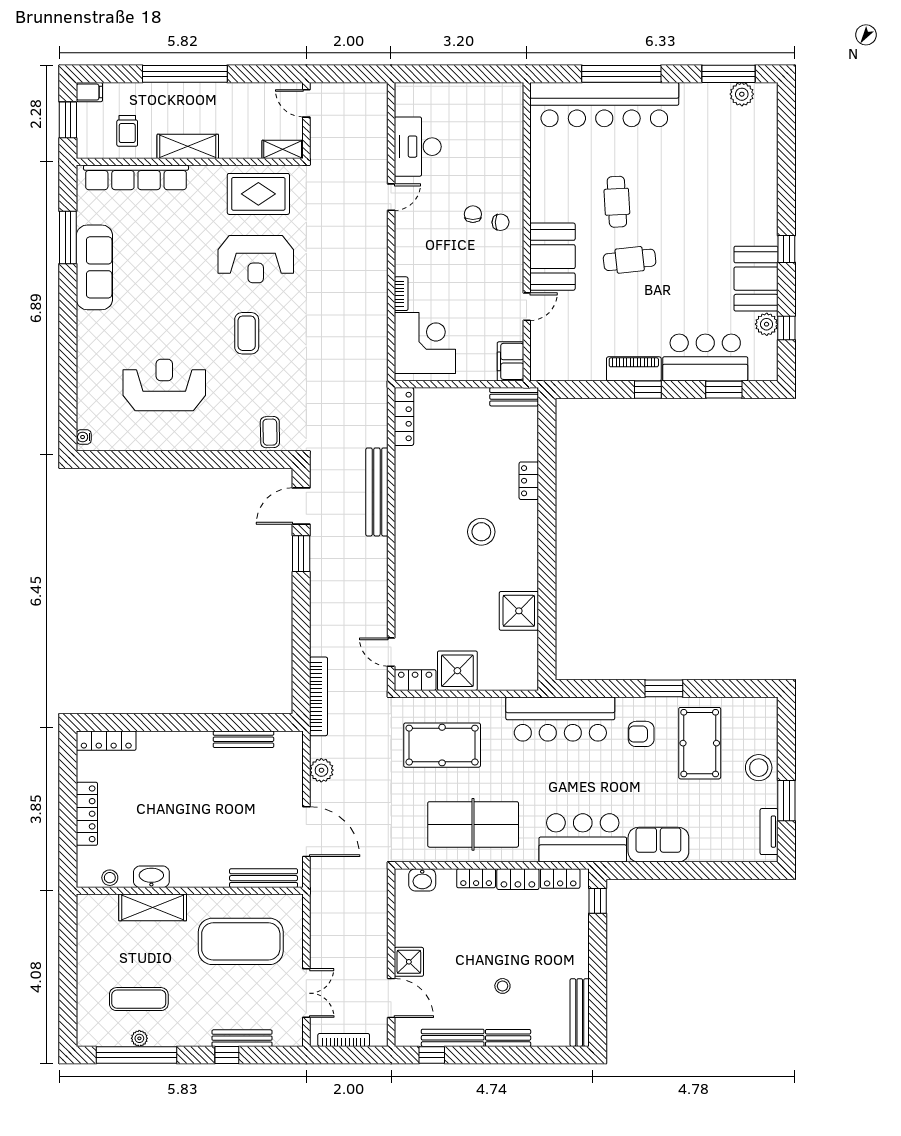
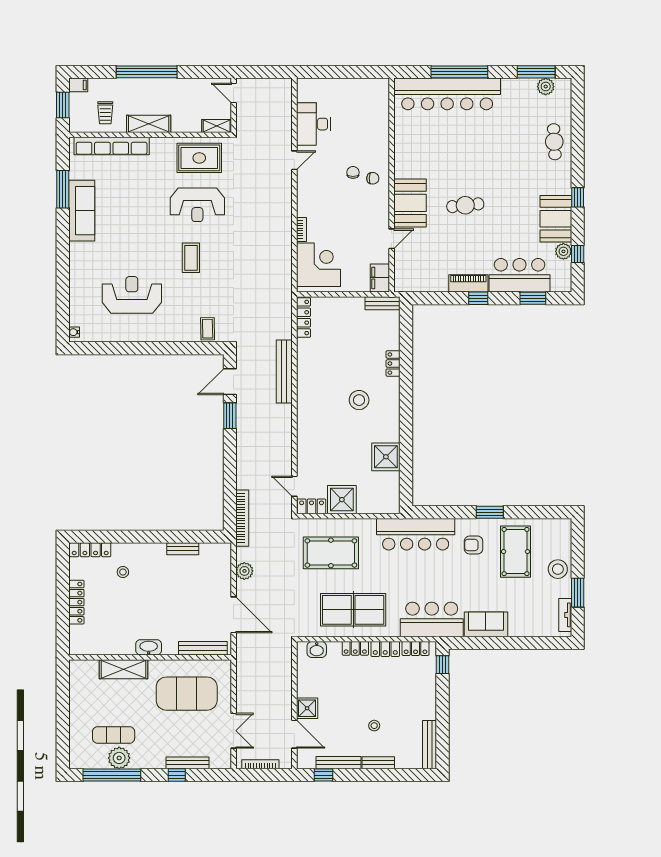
cafe table: (617, 202) -> (554, 142), moved
bench: (243, 739) -> (183, 549), width x0.73
washbasin: (151, 877) -> (149, 647), moved
stool: (110, 878) -> (123, 572), moved
plant: (139, 1038) -> (119, 758), width x1.87, depth x1.87

